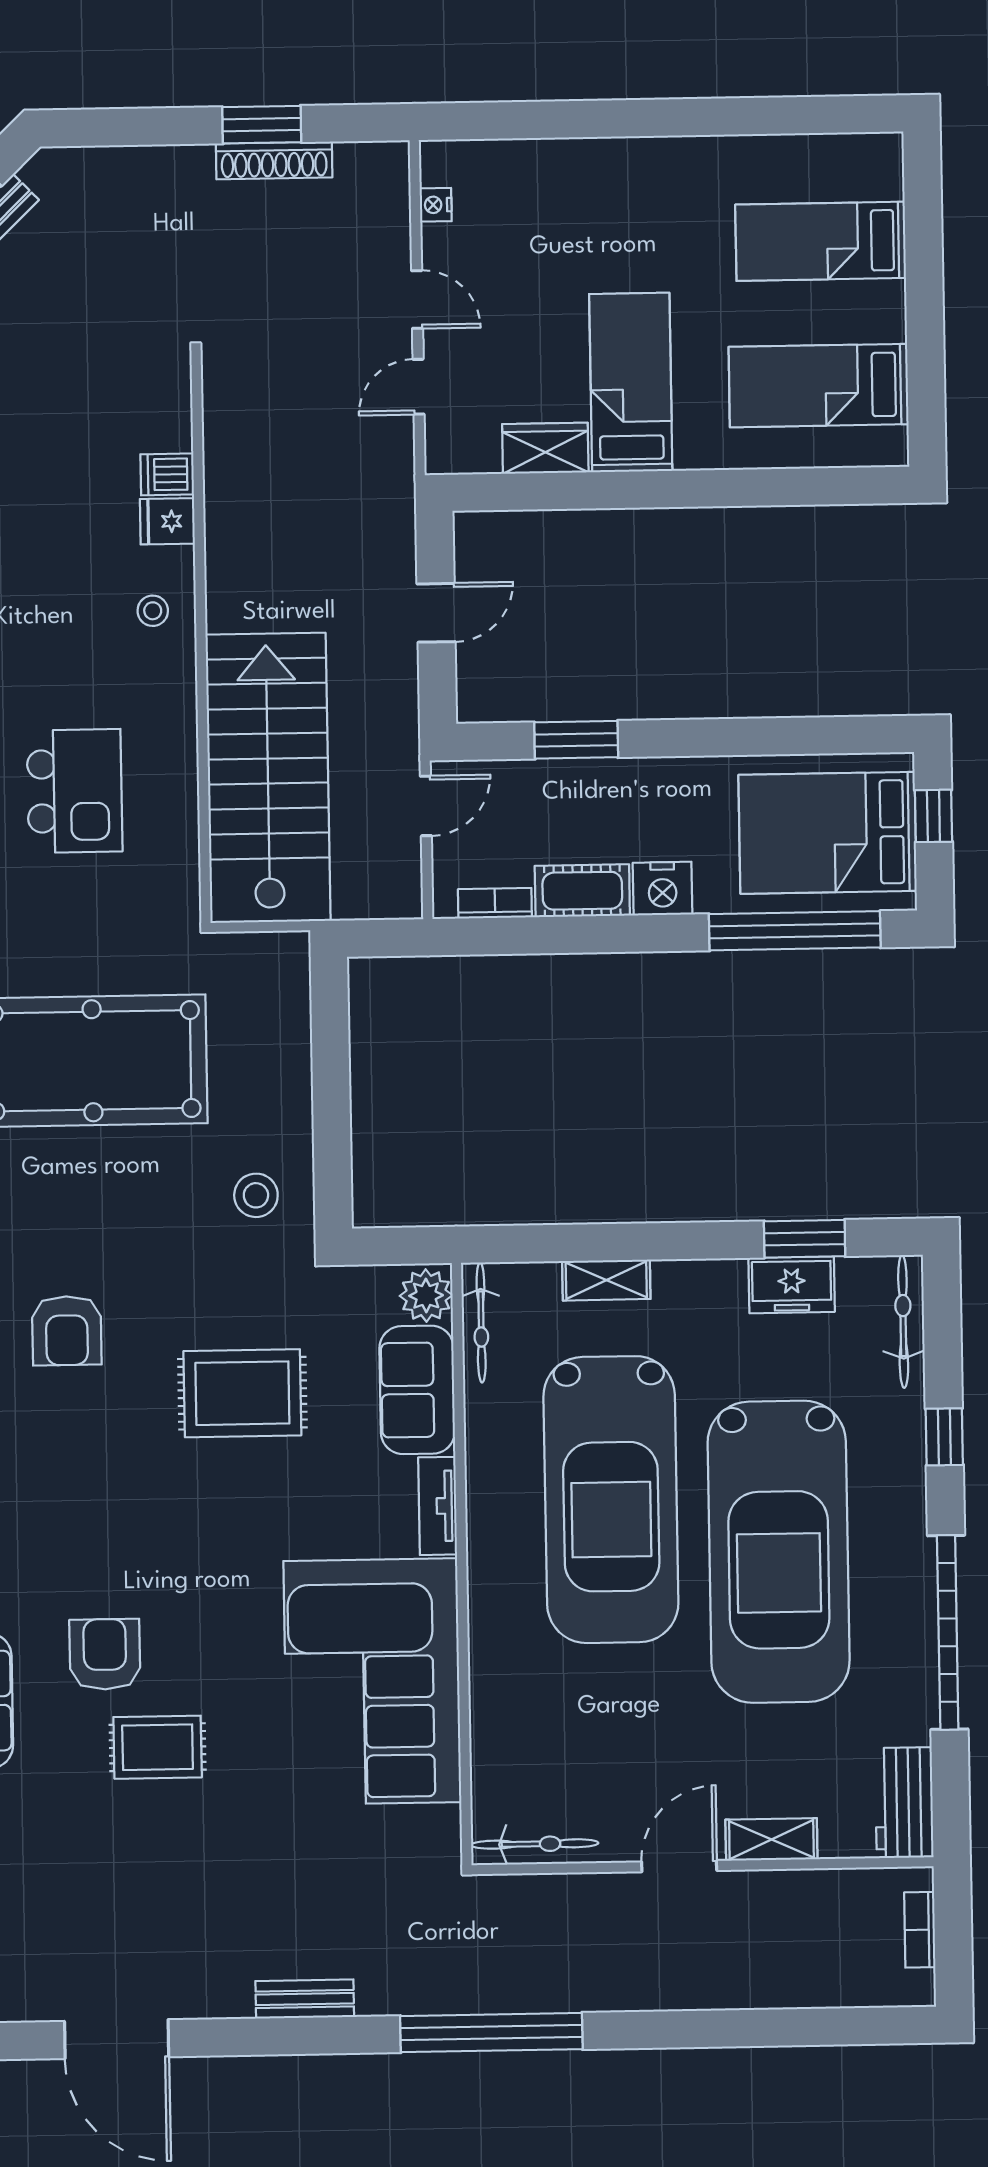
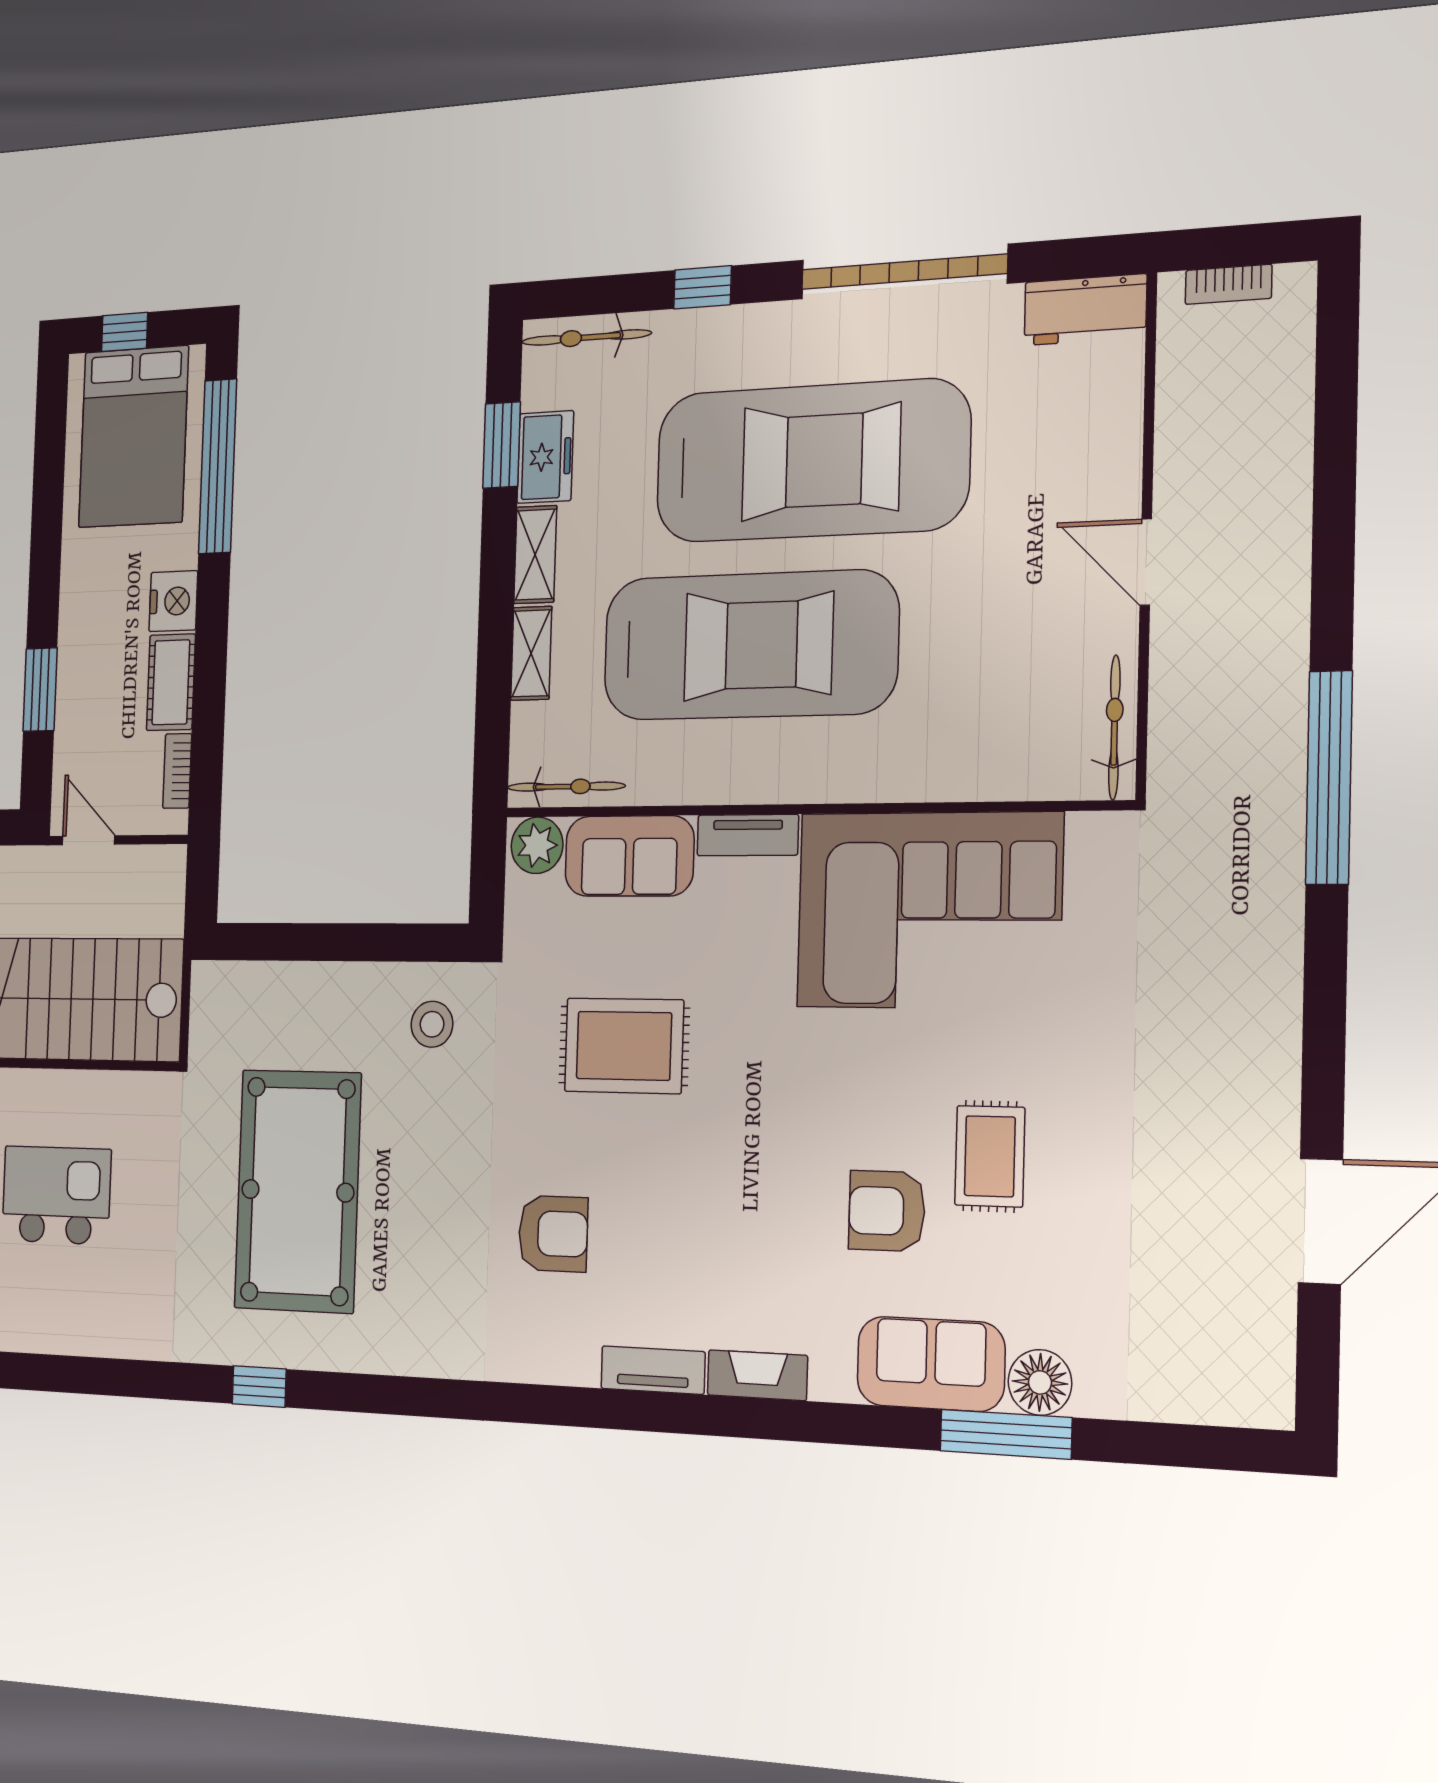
rug: (242, 1393) -> (624, 1046), turned 90
shelving: (771, 1839) -> (535, 555), moved
bench: (305, 1999) -> (1281, 997), removed

